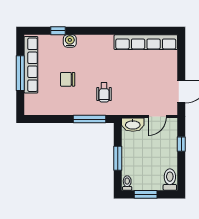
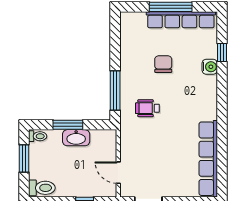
washbasin: (133, 125) -> (76, 138), moved, turned -90

